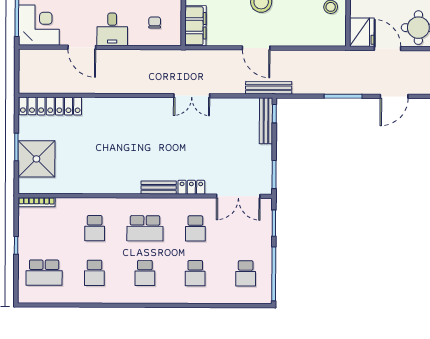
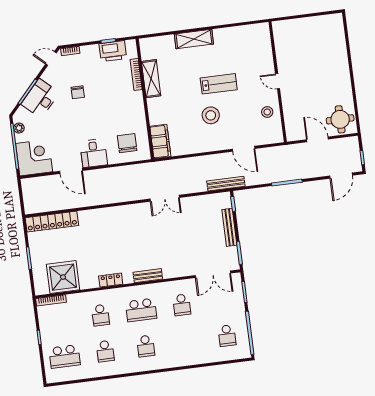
chair: (155, 22) -> (127, 143), width x1.87, depth x1.87
fridge: (362, 32) -> (295, 129), removed
door: (256, 48) -> (244, 149), moved
door: (394, 96) -> (341, 176), moved
bench: (266, 121) -> (229, 227), moved
shower: (36, 159) -> (63, 277), moved
locker: (191, 187) -> (111, 280), moved
school desk: (195, 273) -> (186, 341), removed

